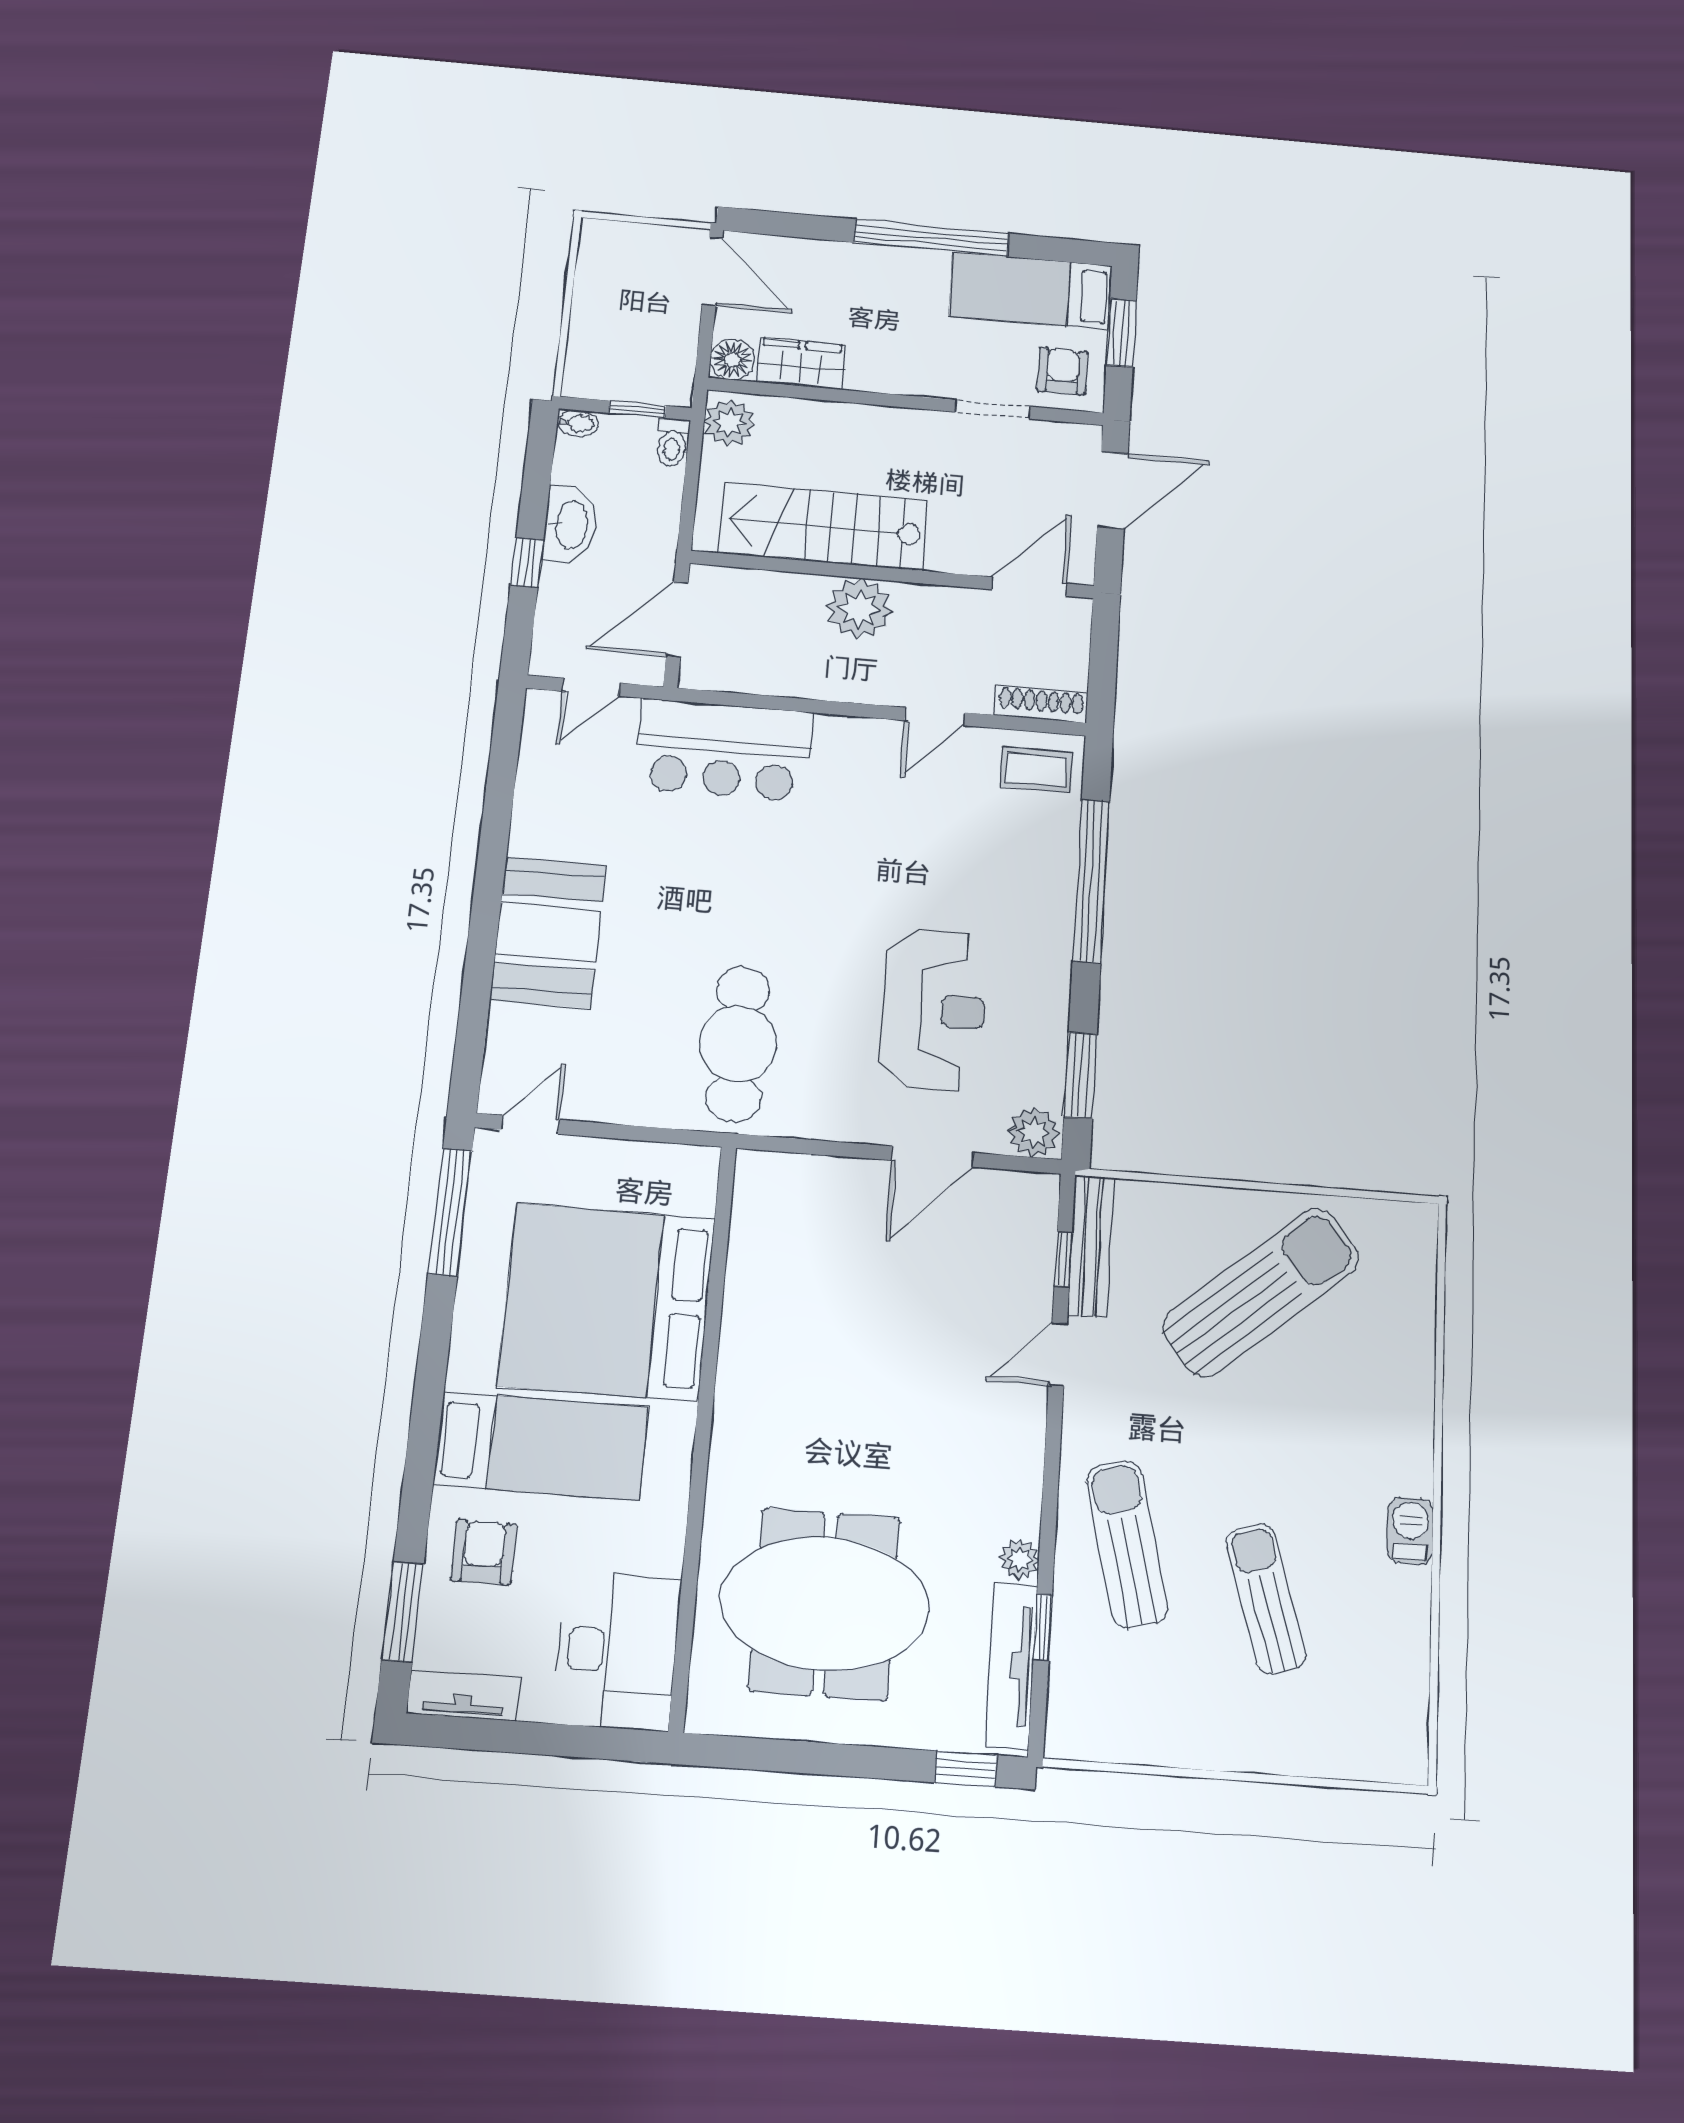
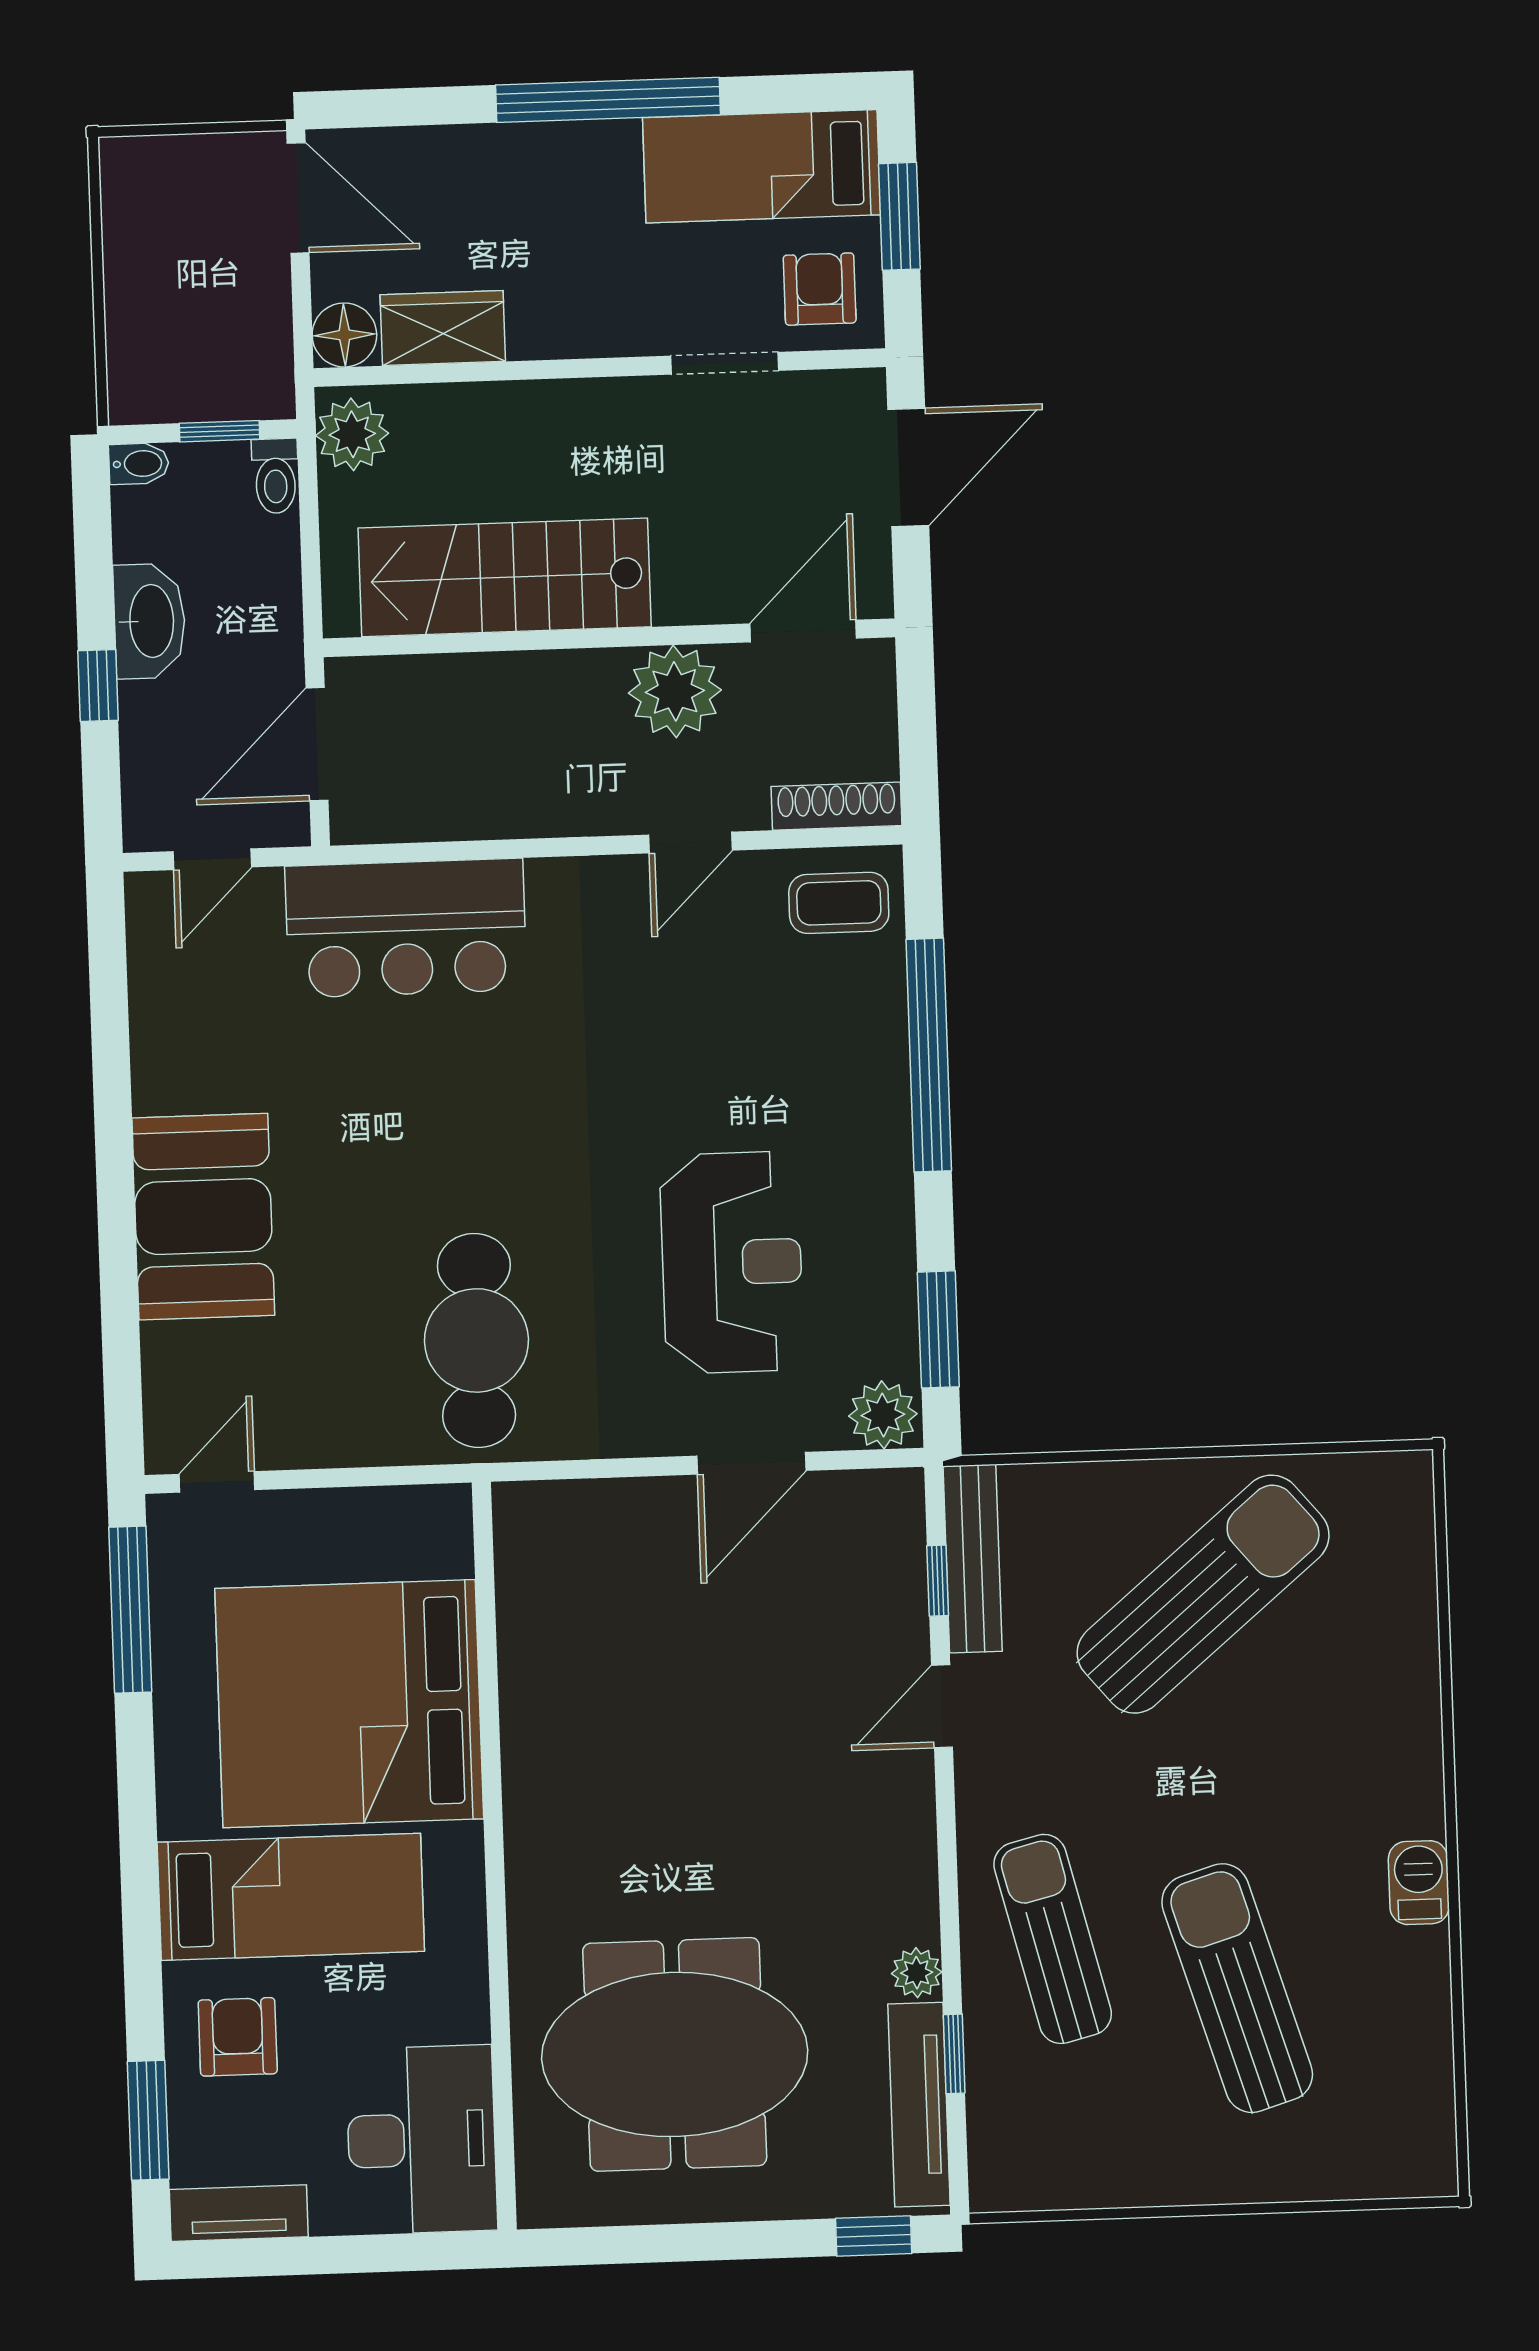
plant: (859, 609) -> (675, 691), moved
sun lounger: (1266, 1599) -> (1237, 1988), width x1.36, depth x1.34

